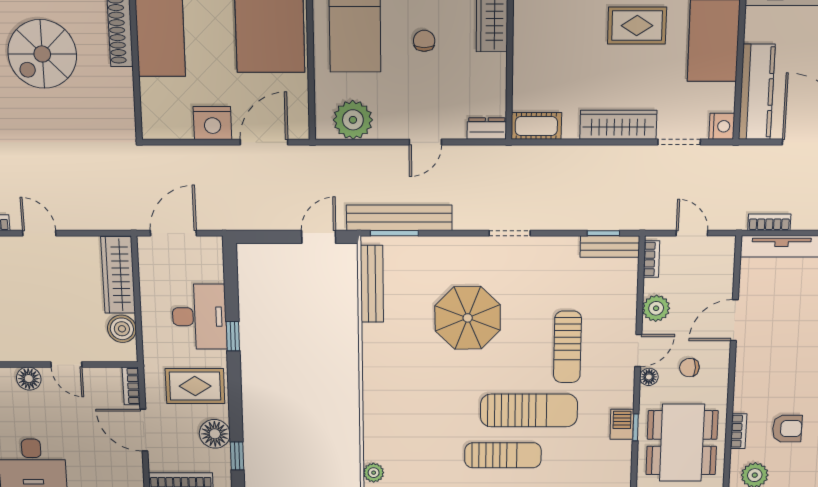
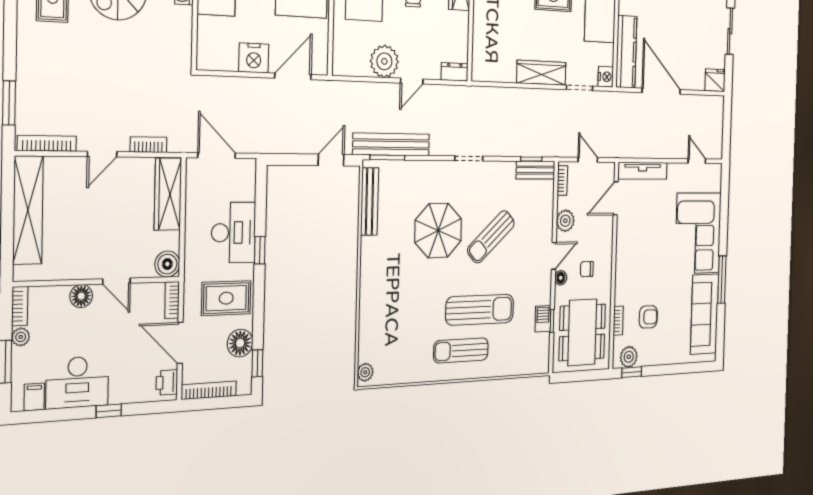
plant: (353, 120) -> (384, 61), moved
cot: (536, 126) -> (488, 71), removed
bookcase: (769, 222) -> (149, 145), moved
door: (39, 233) -> (102, 154), swing flipped
door: (173, 233) -> (217, 155), hinge flipped
door: (734, 320) -> (616, 198), moved
boiler: (122, 329) -> (167, 264), moved
sun lounger: (567, 347) -> (491, 237), moved, turned 48
sun lounger: (503, 455) -> (461, 350), turned 180
printer: (132, 470) -> (167, 382), added

